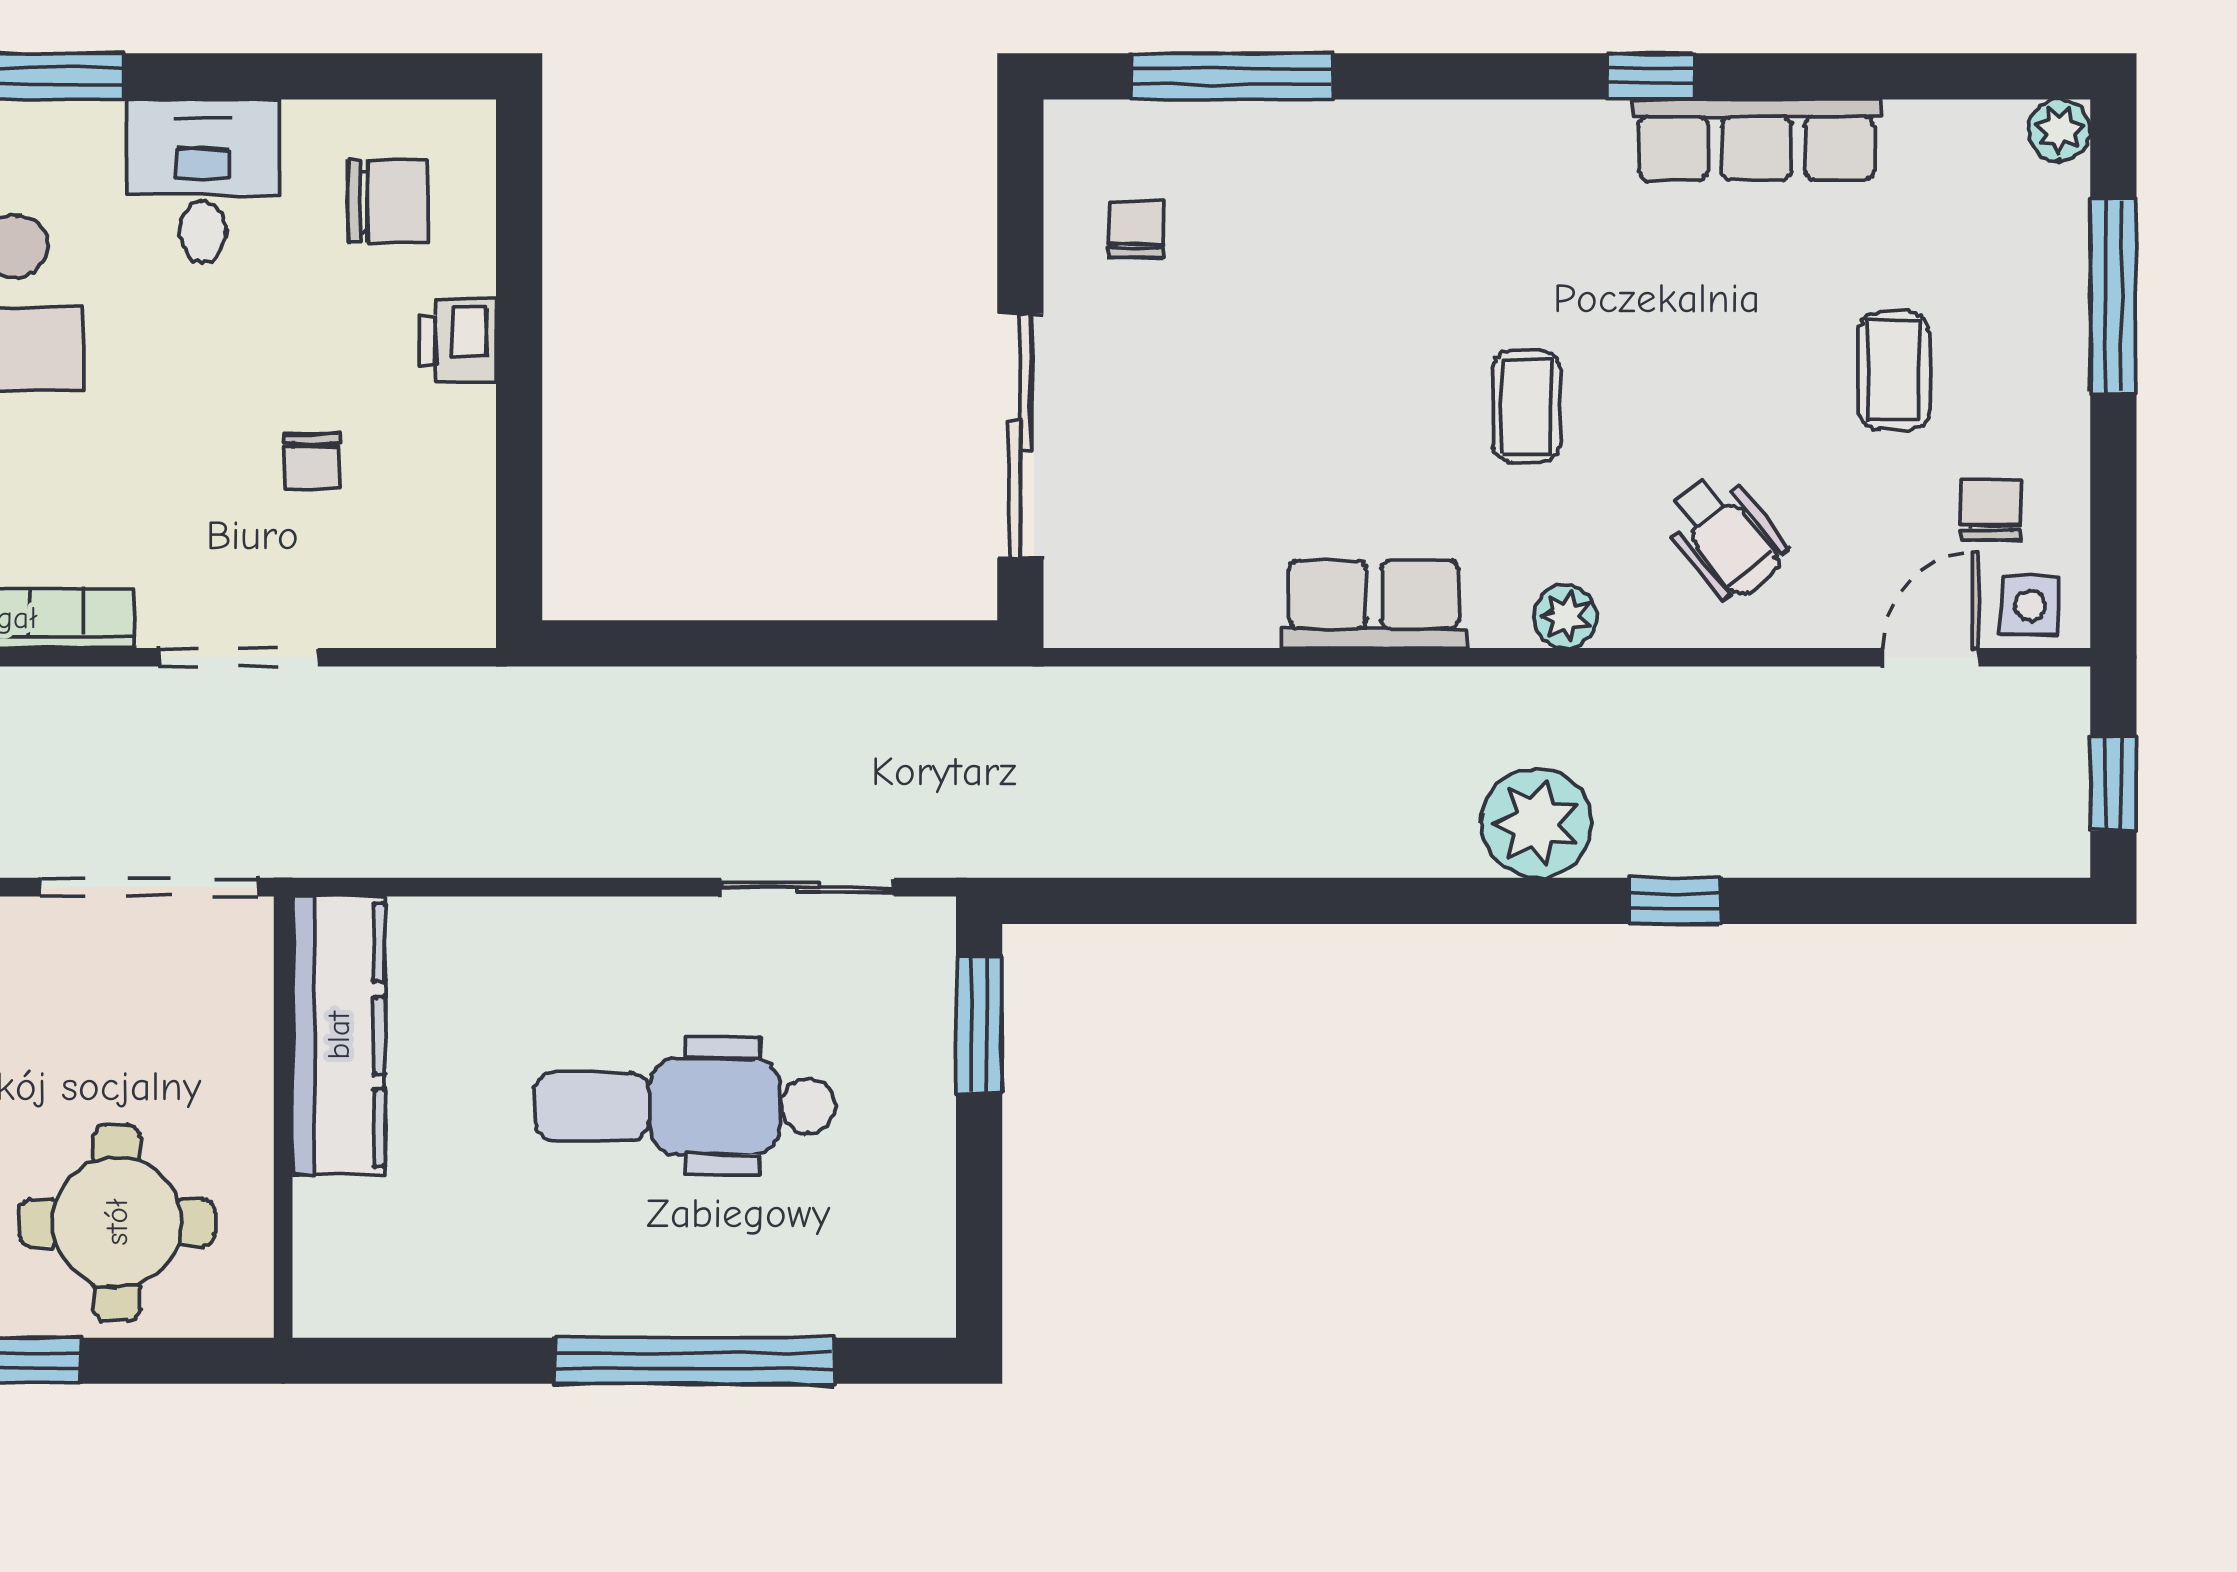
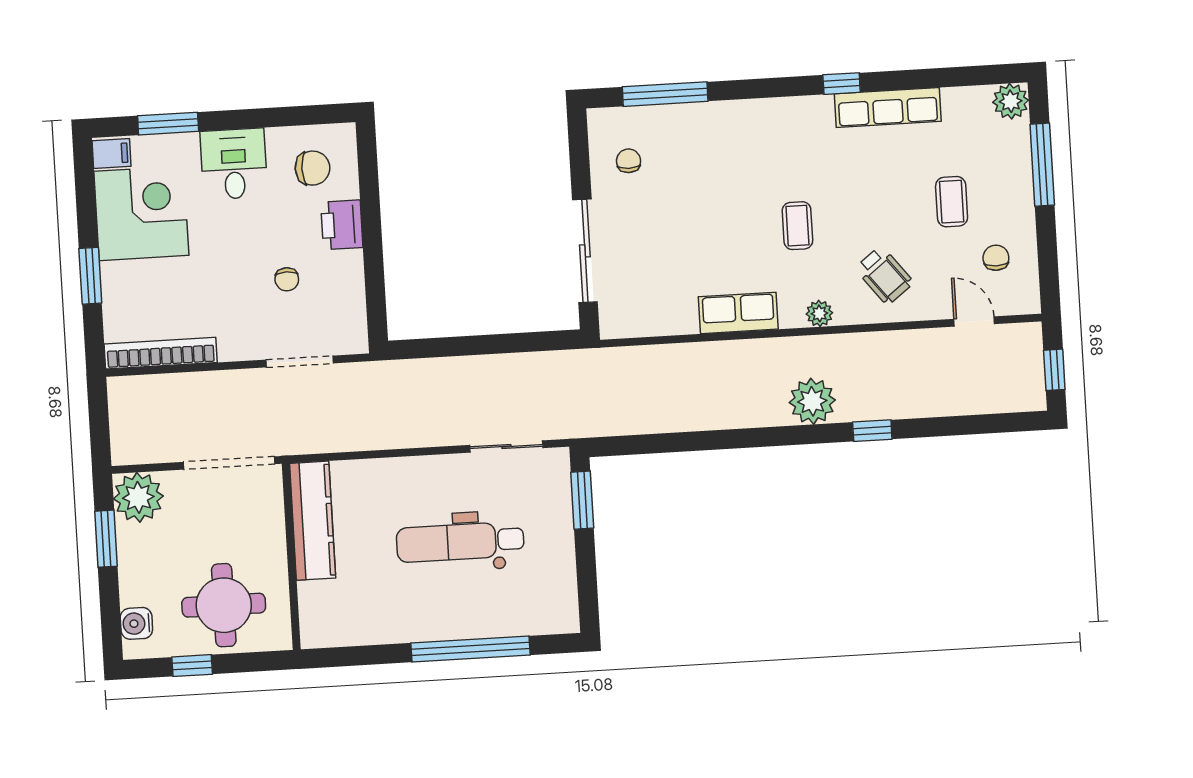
plant: (2059, 130) -> (1011, 101), width x1.38, depth x1.38
printer: (458, 340) -> (342, 225), width x1.36, depth x1.24
side table: (2030, 606) -> (1015, 297), removed
doorway: (238, 657) -> (300, 362), moved
door: (1931, 657) -> (974, 321), hinge flipped

